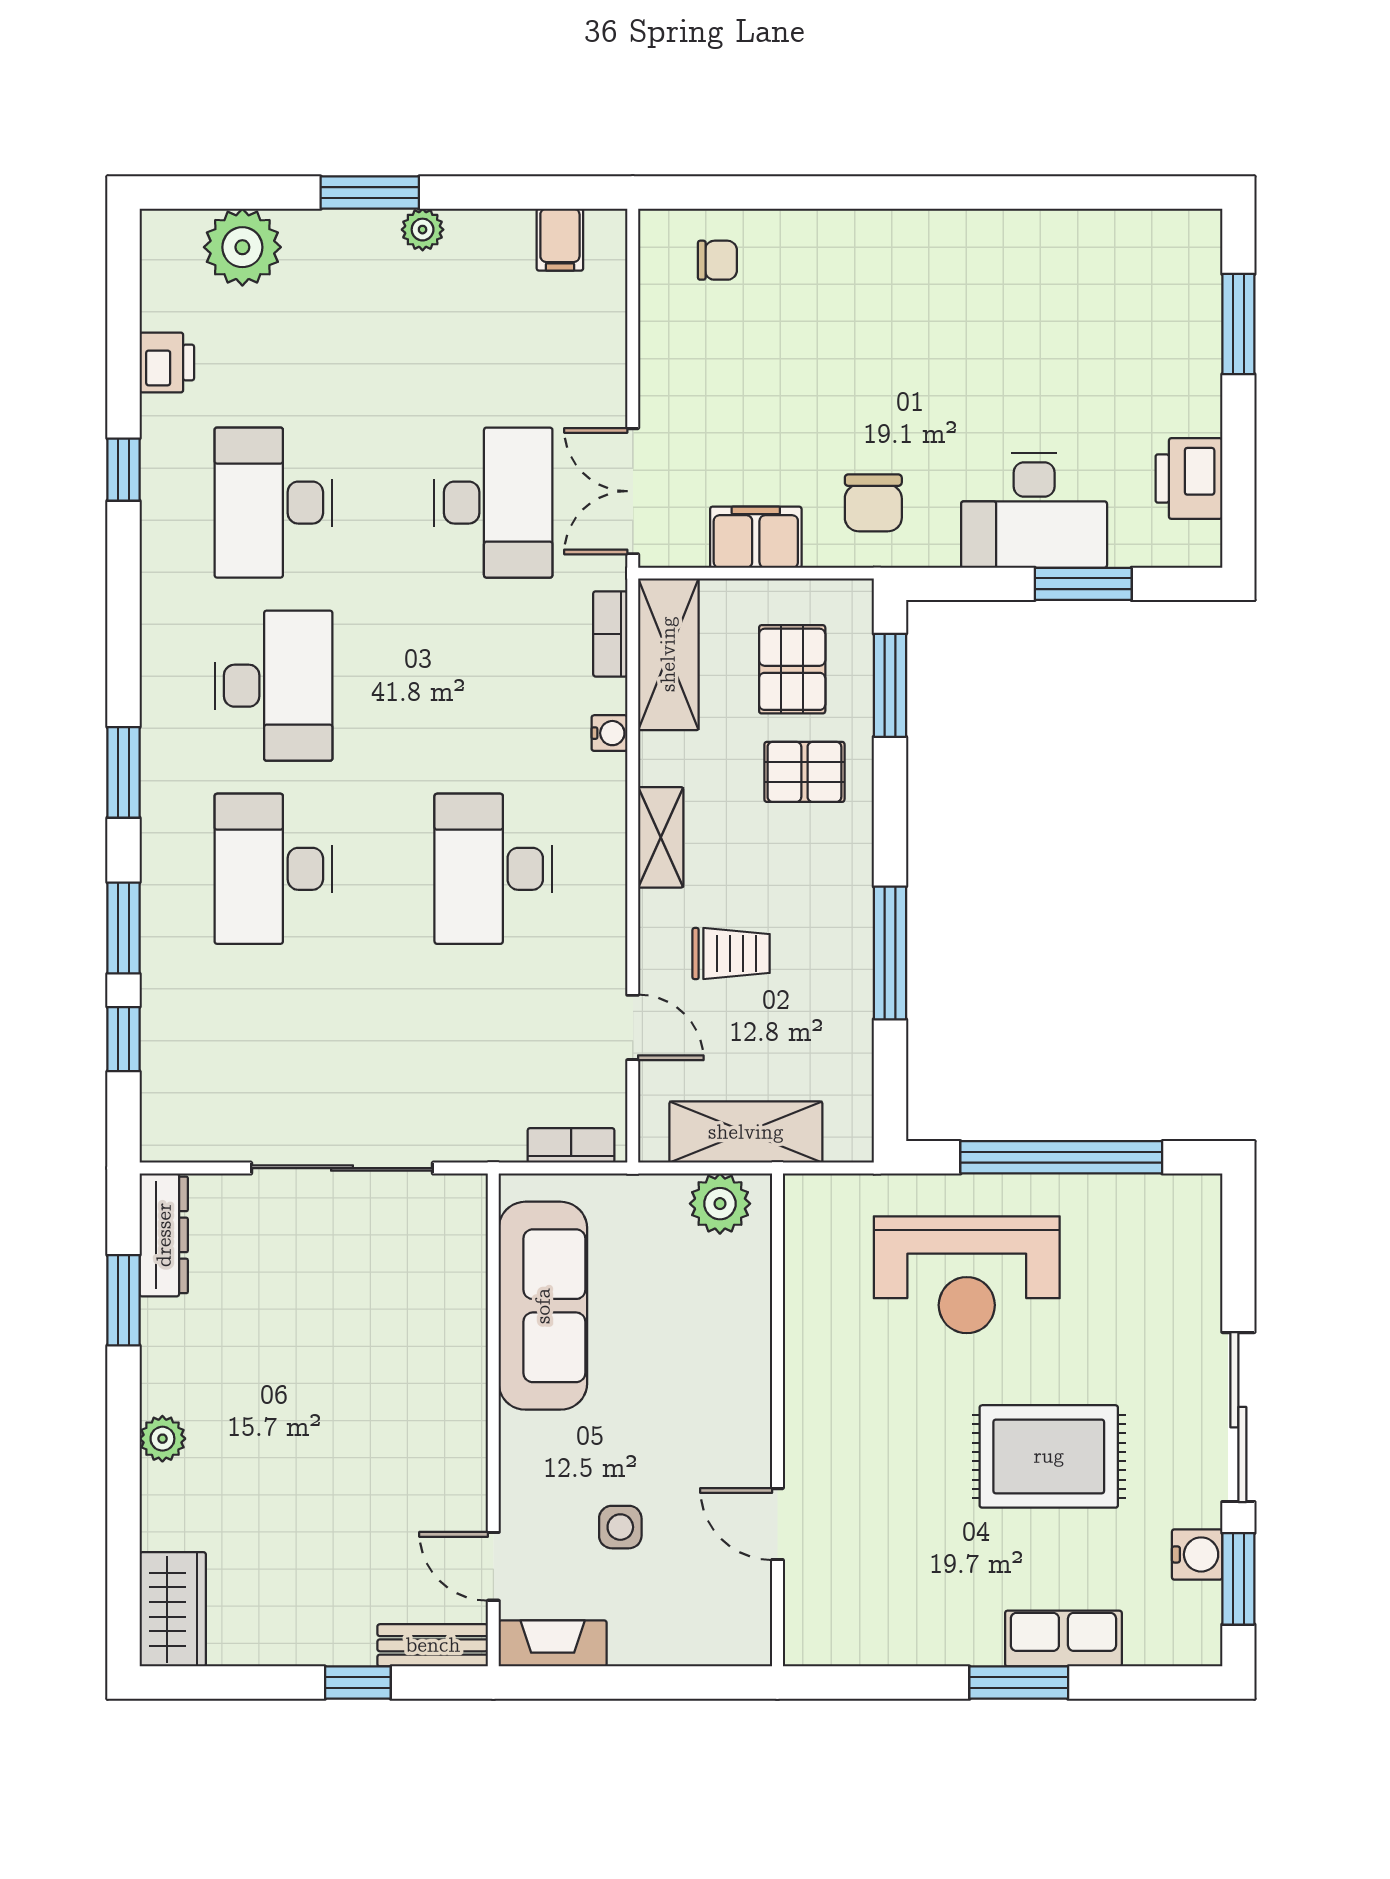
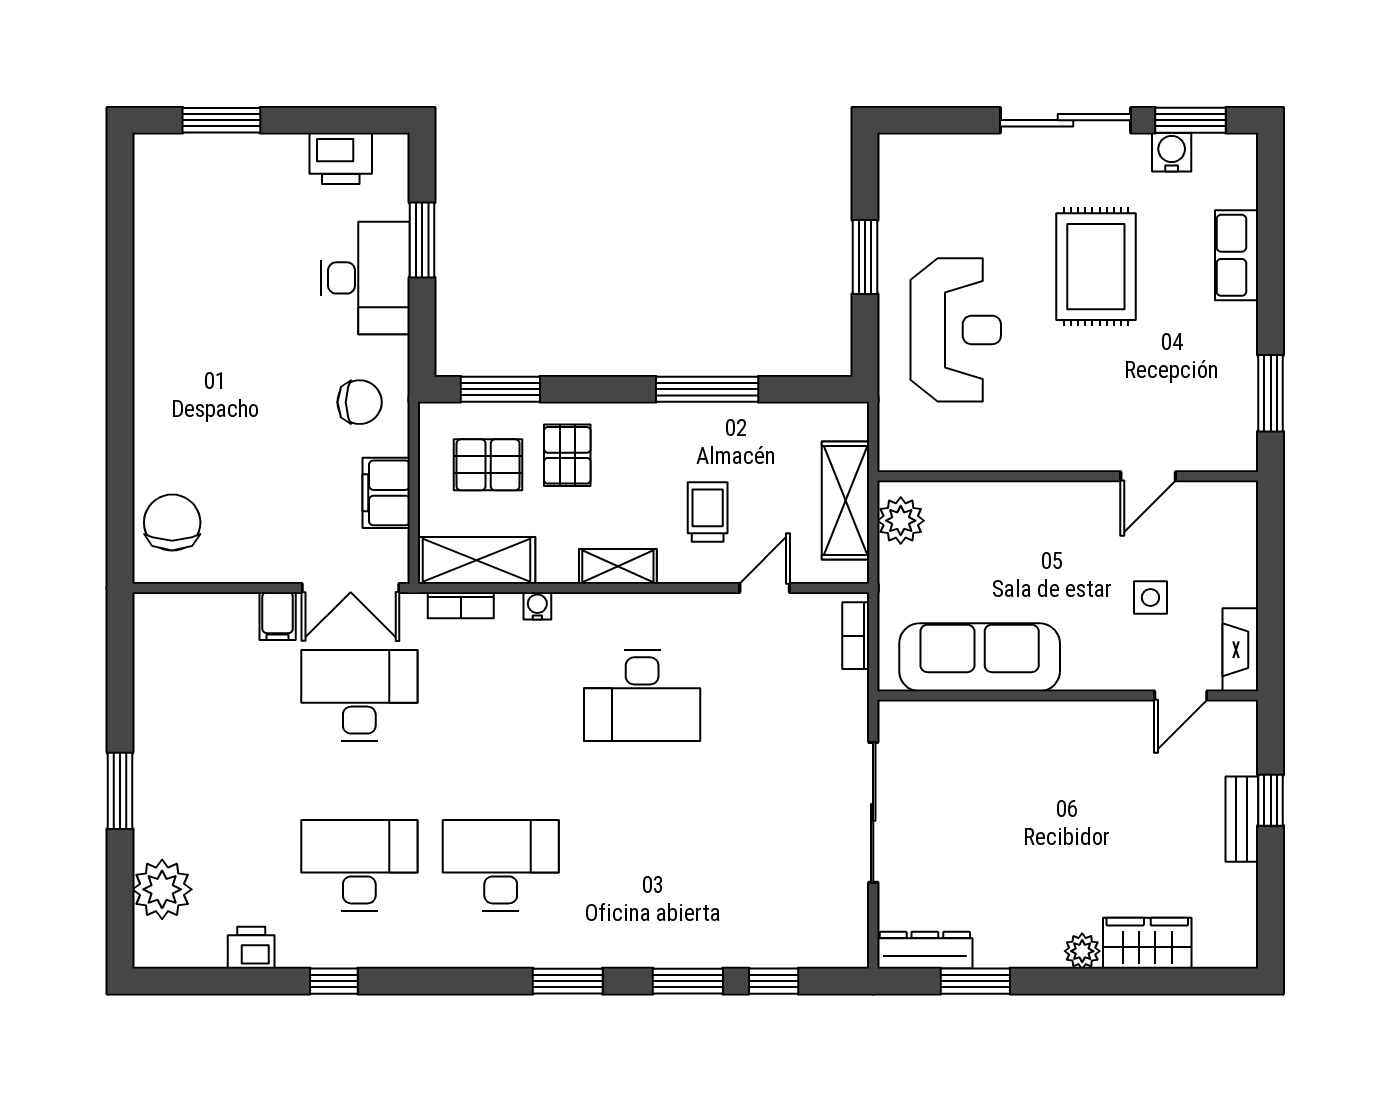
plant: (423, 230) -> (148, 750), removed
filing cabinet: (560, 240) -> (278, 616), moved, turned 90
chair: (717, 260) -> (172, 523), width x1.87, depth x1.87
desk: (273, 503) -> (359, 865), turned 180
desk: (273, 869) -> (642, 865), removed
window: (1061, 1157) -> (865, 257), width x0.47
wardrobe: (173, 1609) -> (1147, 943), moved
bench: (433, 1645) -> (1242, 819), moved
window: (1019, 1683) -> (1271, 393), moved

